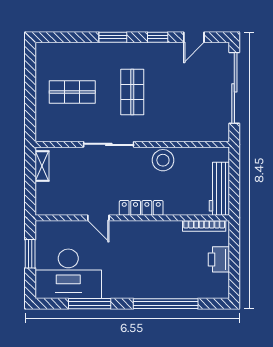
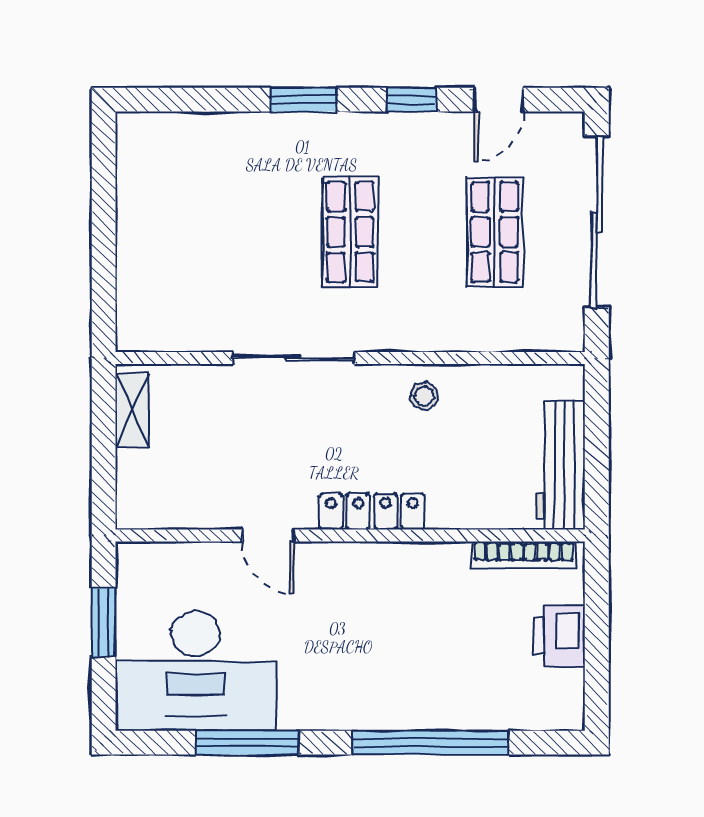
shop shelf: (72, 92) -> (495, 232), moved, turned 90
stool: (163, 160) -> (424, 396), width x0.53, depth x0.53

